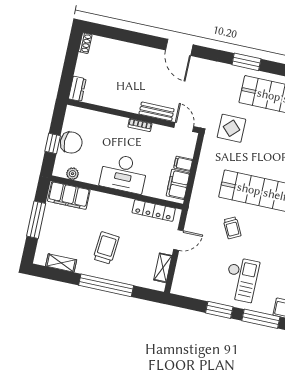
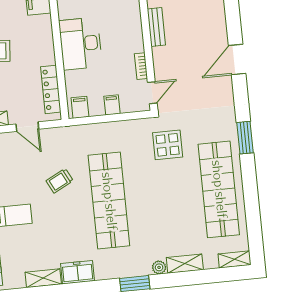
bench: (157, 111) -> (156, 27), moved
bookcase: (140, 125) -> (141, 66), moved
filing cabinet: (178, 184) -> (80, 107), width x0.50

